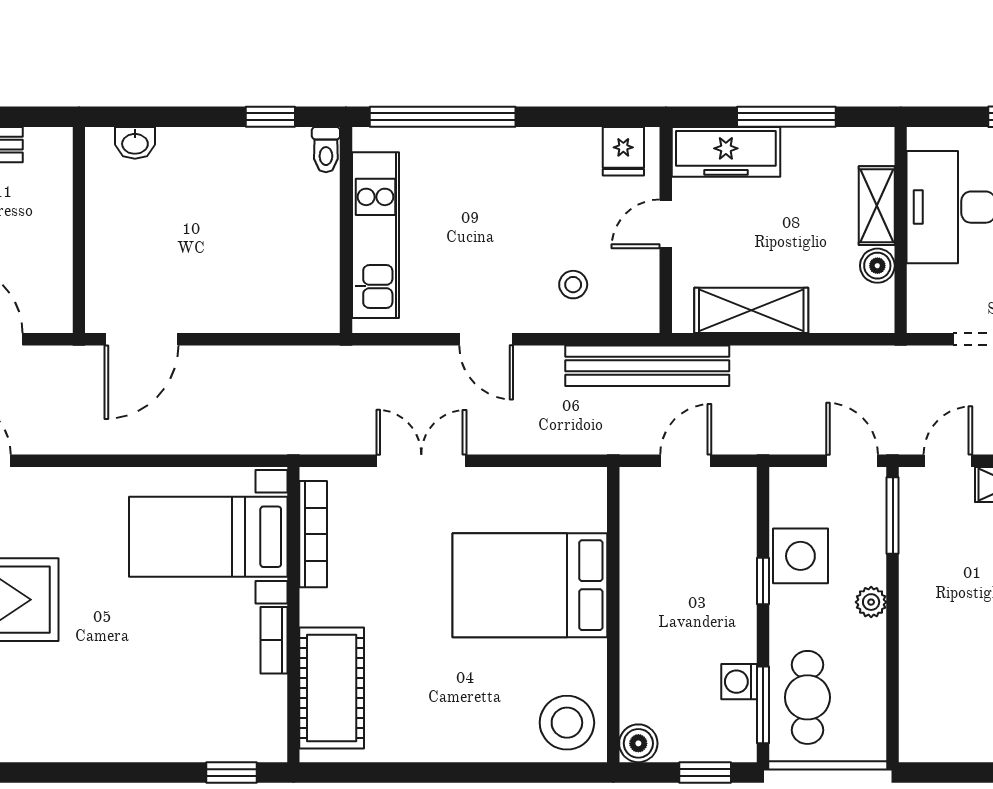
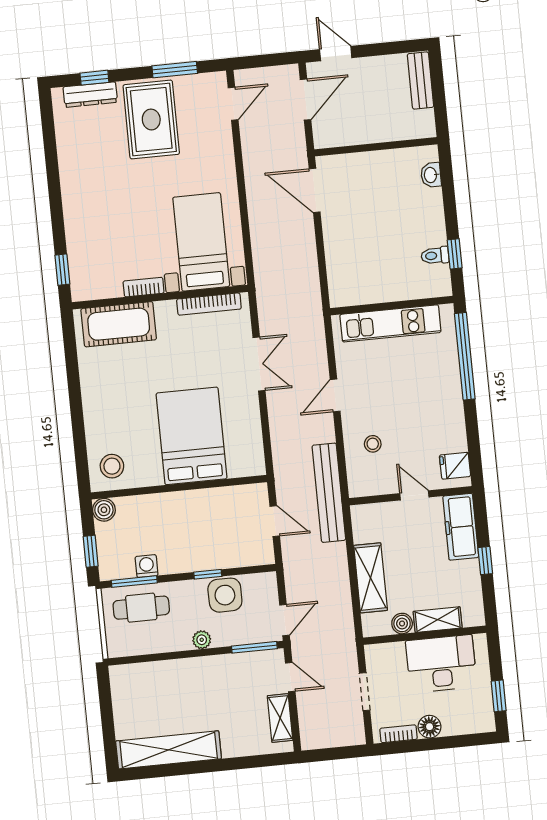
window: (786, 117) -> (485, 561), width x0.46
toilet: (326, 150) -> (435, 255), moved
shelving: (751, 310) -> (371, 578), moved
stool: (567, 723) -> (112, 466), width x0.73, depth x0.73

